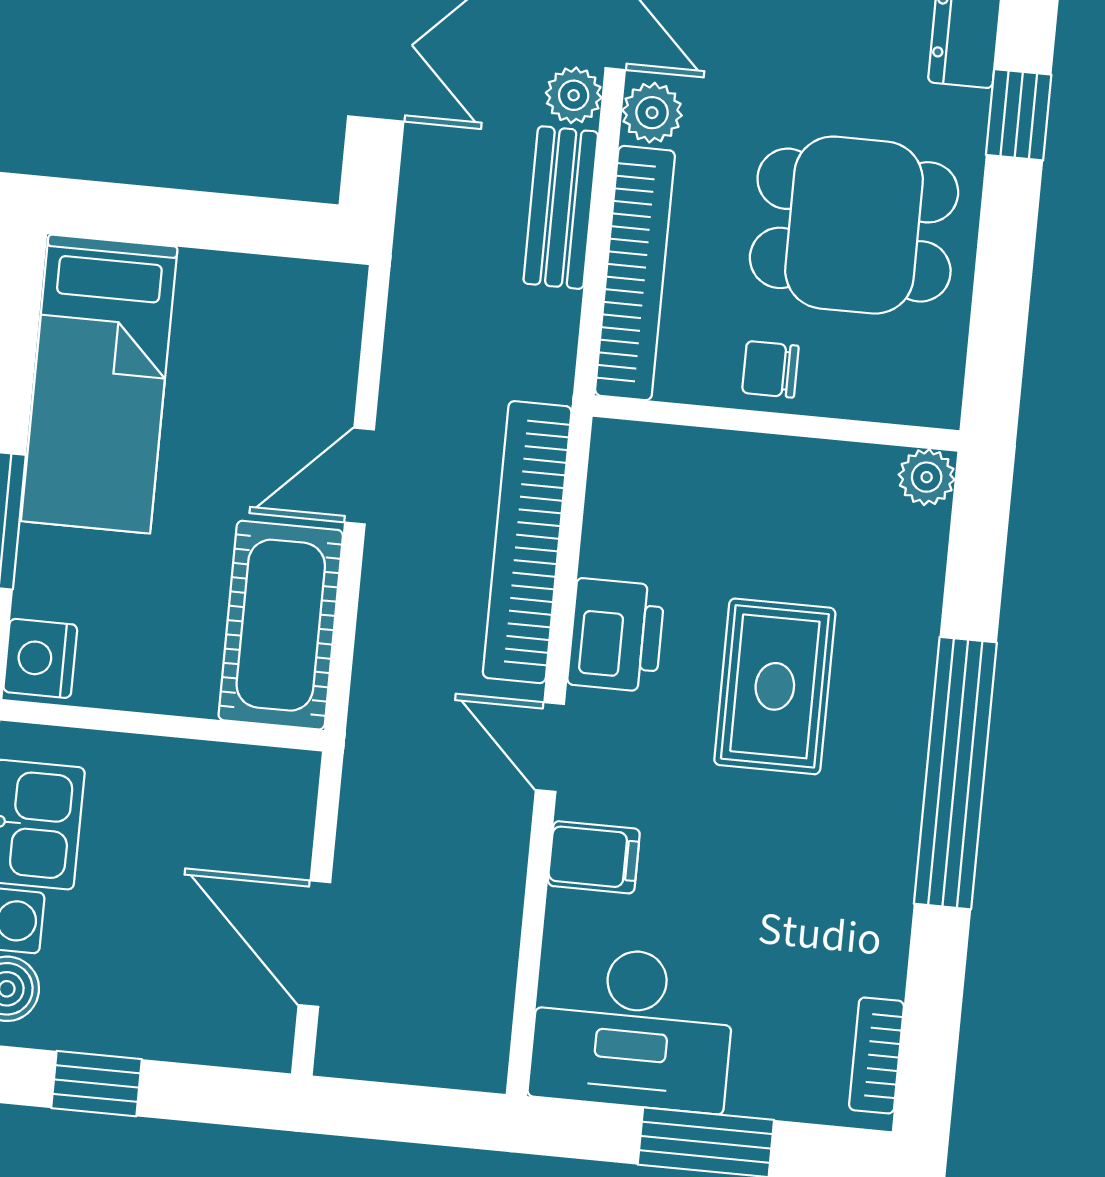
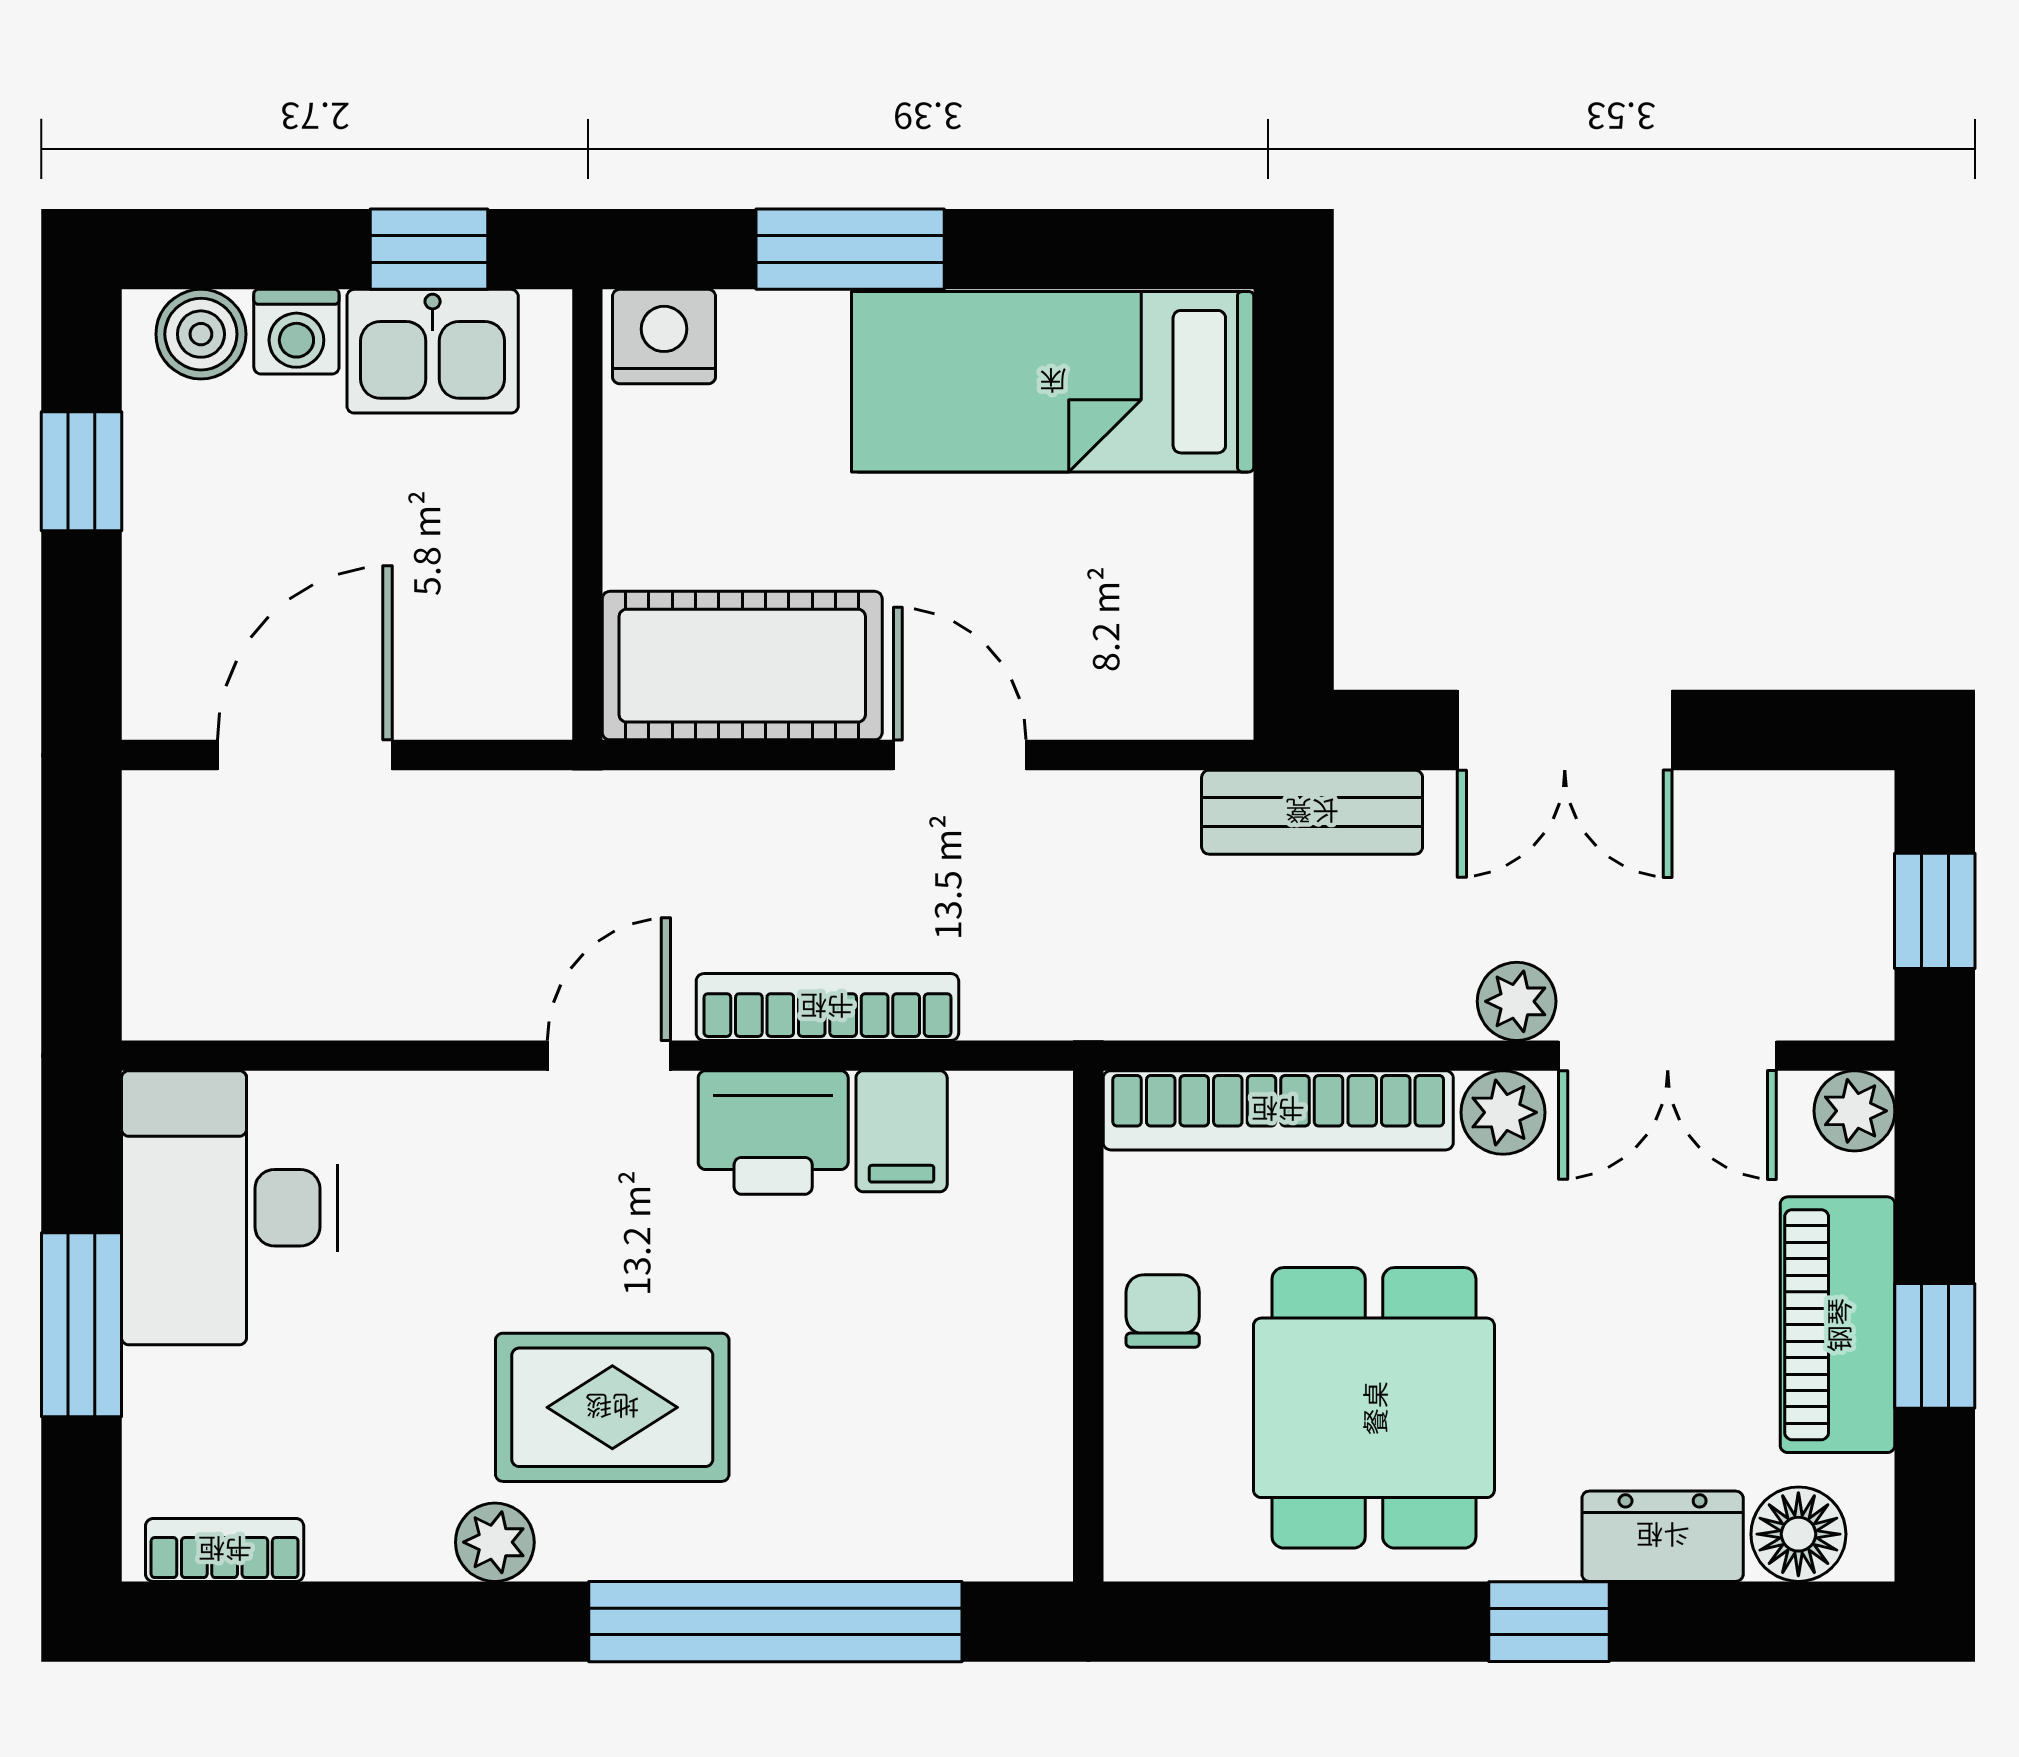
bench: (561, 208) -> (1312, 812), moved
plant: (927, 477) -> (495, 1542), moved
bookcase: (527, 542) -> (827, 1007), width x0.68, depth x0.76
rug: (775, 686) -> (612, 1407), moved
window: (955, 773) -> (775, 1622), moved
filing cabinet: (594, 857) -> (902, 1131), moved

